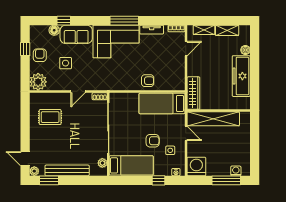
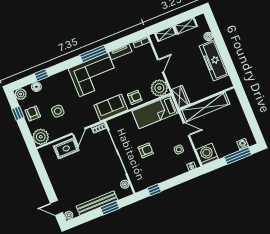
plant: (36, 31) -> (21, 94), added
sofa: (76, 34) -> (111, 108), moved, turned 180
door: (186, 49) -> (160, 66), moved
plant: (176, 81) -> (159, 88), added
wardrobe: (193, 93) -> (181, 97), width x0.67
rug: (50, 117) -> (66, 148), moved
armchair: (153, 141) -> (146, 150), moved
bed: (131, 165) -> (151, 176), removed
window: (49, 180) -> (110, 208), moved
window: (158, 180) -> (154, 190), moved

